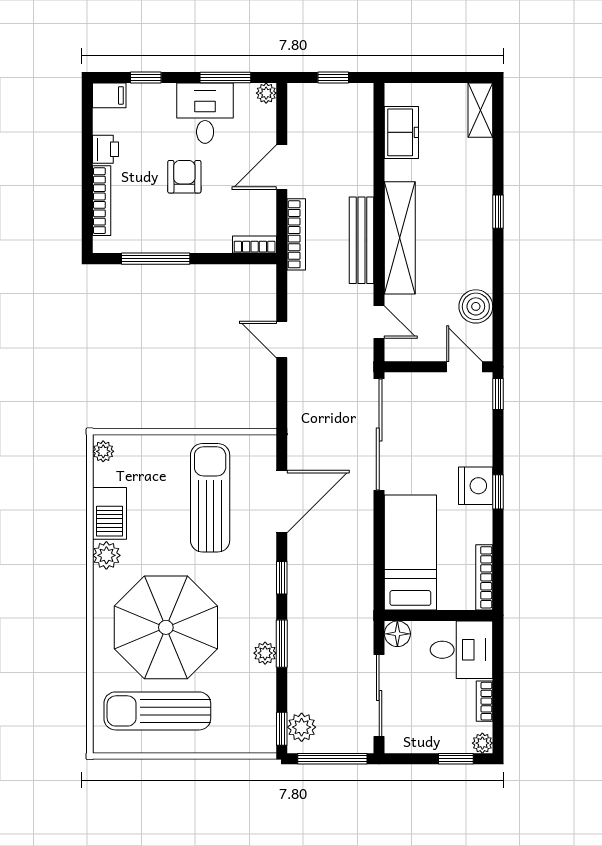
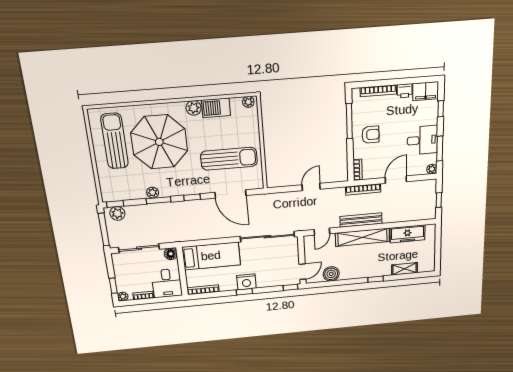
filing cabinet: (109, 95) -> (426, 91), width x2.00
shelving: (480, 110) -> (405, 269), moved
freezer: (401, 132) -> (407, 234), width x1.40
door: (282, 167) -> (396, 180), hinge flipped
armchair: (184, 177) -> (371, 135), moved

